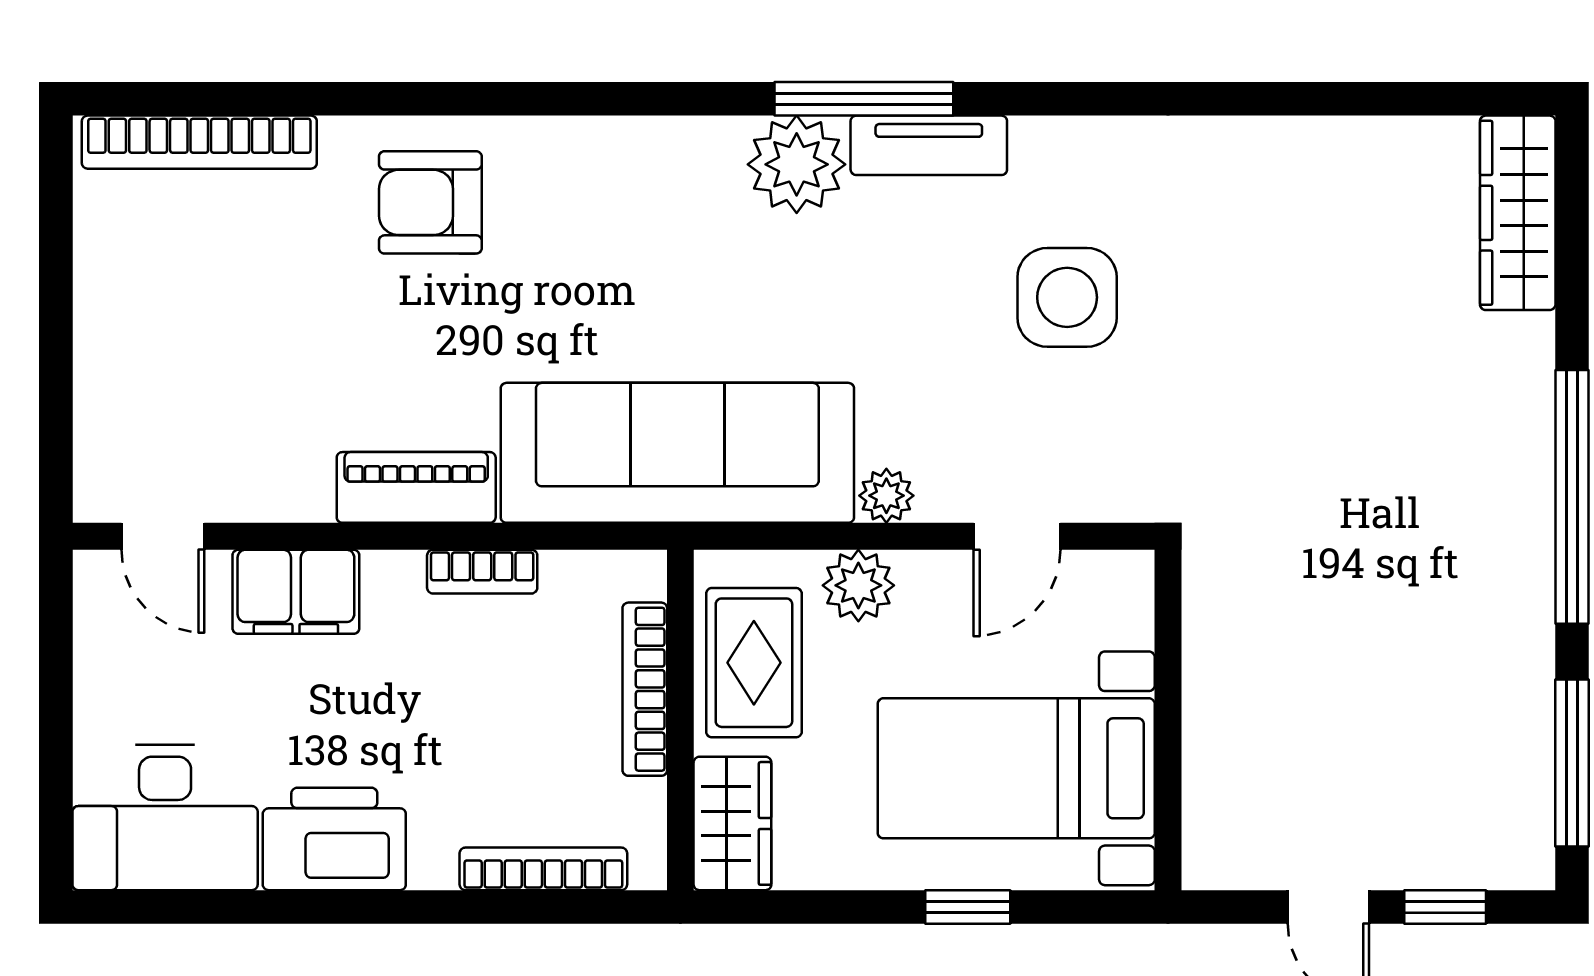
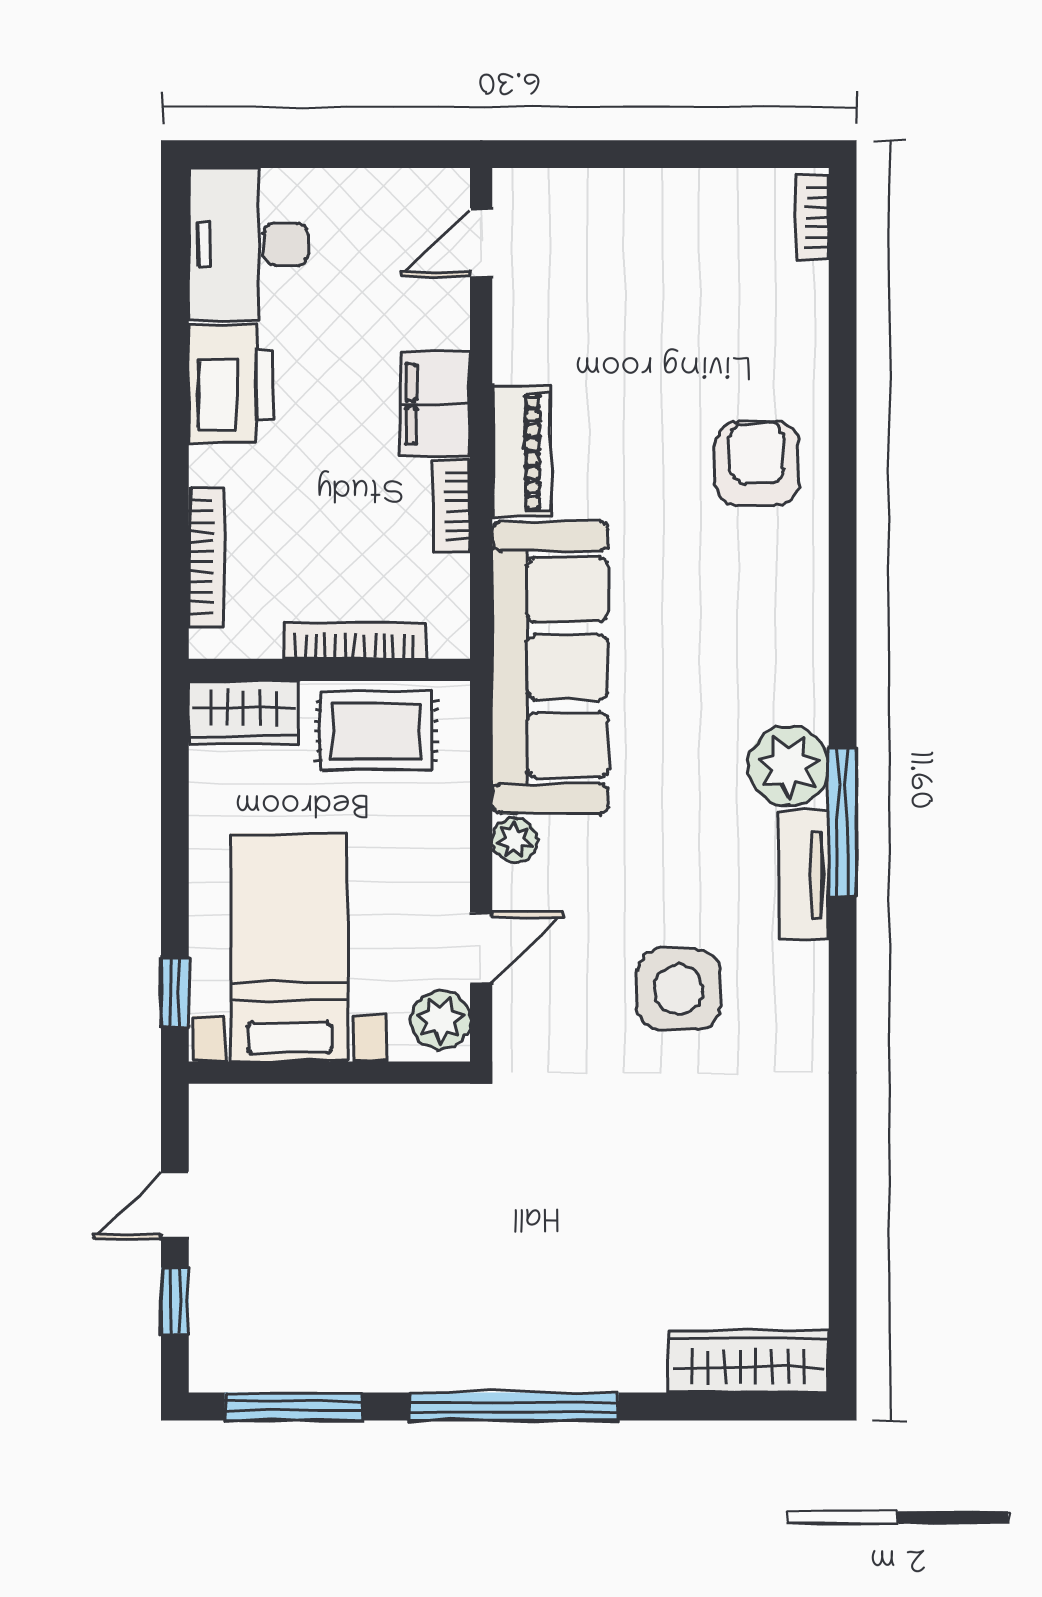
bookcase: (199, 142) -> (812, 217), width x0.43, depth x0.76
door: (1017, 536) -> (481, 948), swing flipped
plant: (858, 585) -> (441, 1020), moved
filing cabinet: (296, 592) -> (435, 404), moved
window: (968, 907) -> (175, 993), moved

